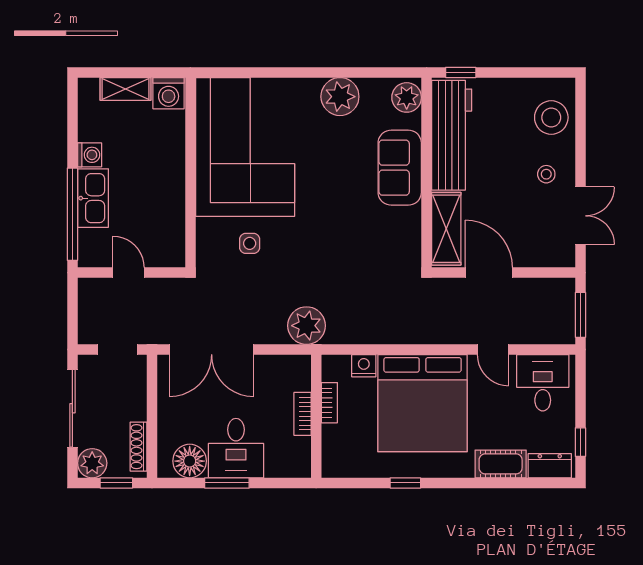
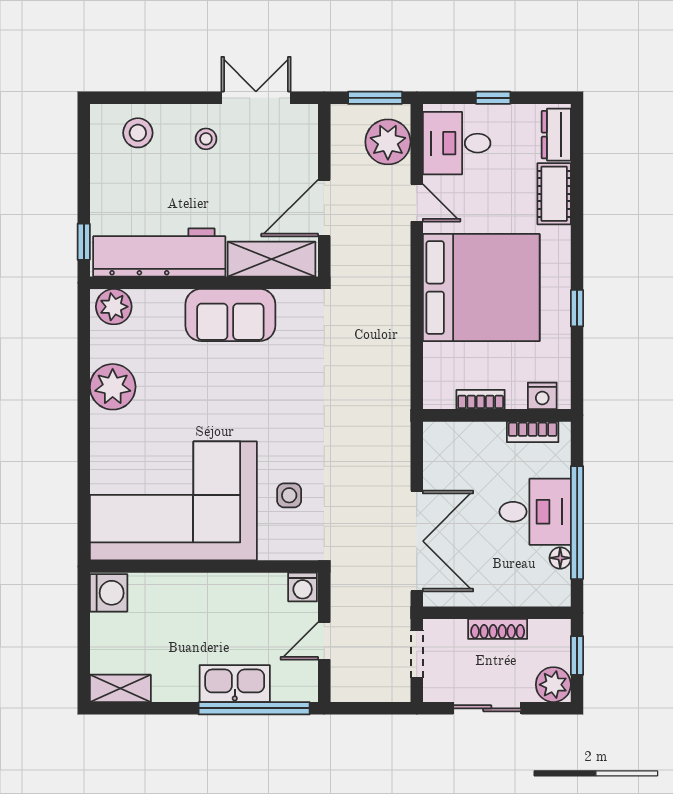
shelving: (126, 89) -> (120, 688), moved, turned 90
stool: (551, 117) -> (138, 133), width x0.73, depth x0.73
washing machine: (90, 155) -> (303, 587), moved, turned 180
sofa: (400, 168) -> (230, 315), moved
plant: (307, 326) -> (388, 142), moved
door: (493, 350) -> (417, 203), hinge flipped
nightstand: (364, 366) -> (542, 396), moved, turned -90
sliding door: (72, 408) -> (487, 708), width x0.73
bookcase: (302, 414) -> (533, 432), moved
window: (580, 442) -> (493, 98), moved
shoe rack: (139, 447) -> (498, 629), moved
floor lamp: (190, 461) -> (560, 558), width x0.53, depth x0.53
window: (227, 483) -> (577, 523), width x2.11

